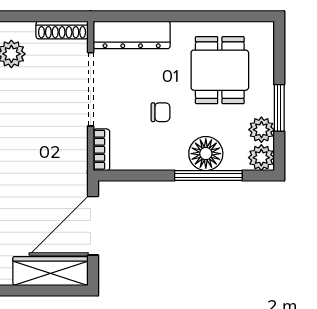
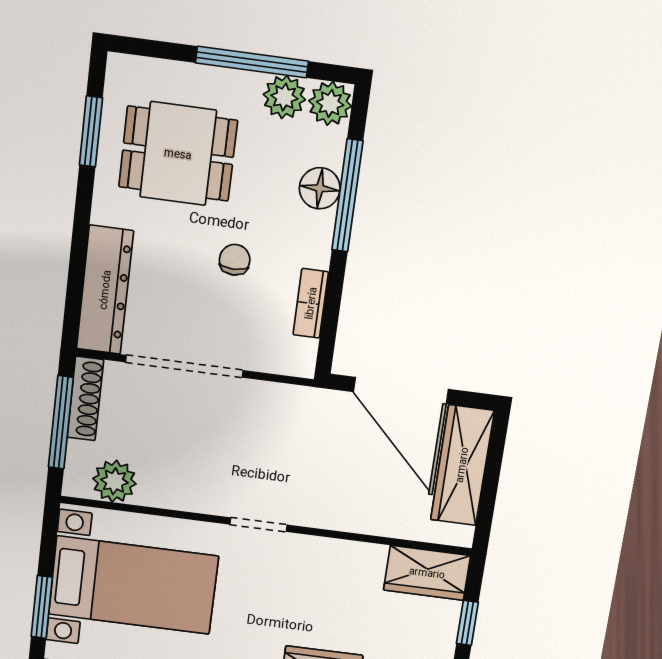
window: (45, 16) -> (61, 422), added
window: (226, 16) -> (91, 131), added
window: (279, 108) -> (252, 62), width x1.44
bookcase: (101, 150) -> (311, 303), moved, turned -90
floor lamp: (206, 154) -> (320, 188), width x0.73, depth x0.73

